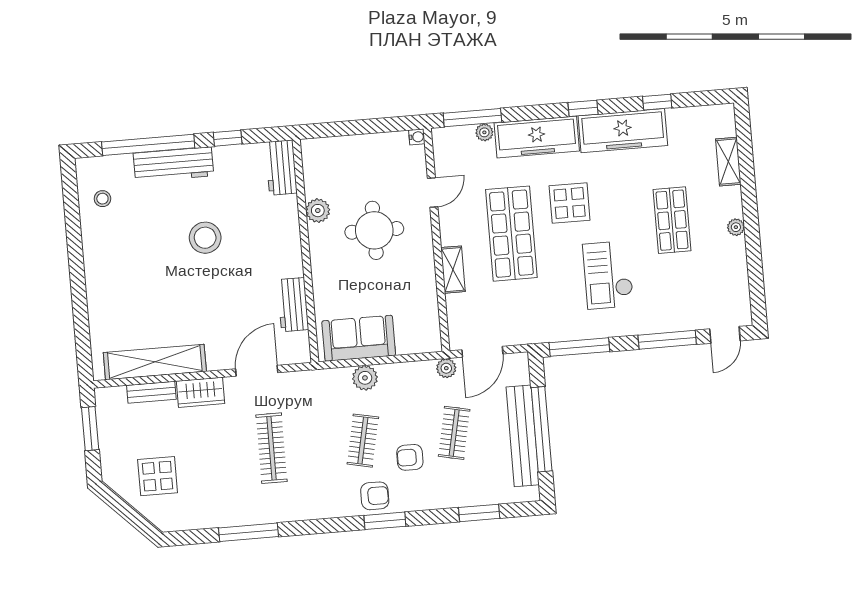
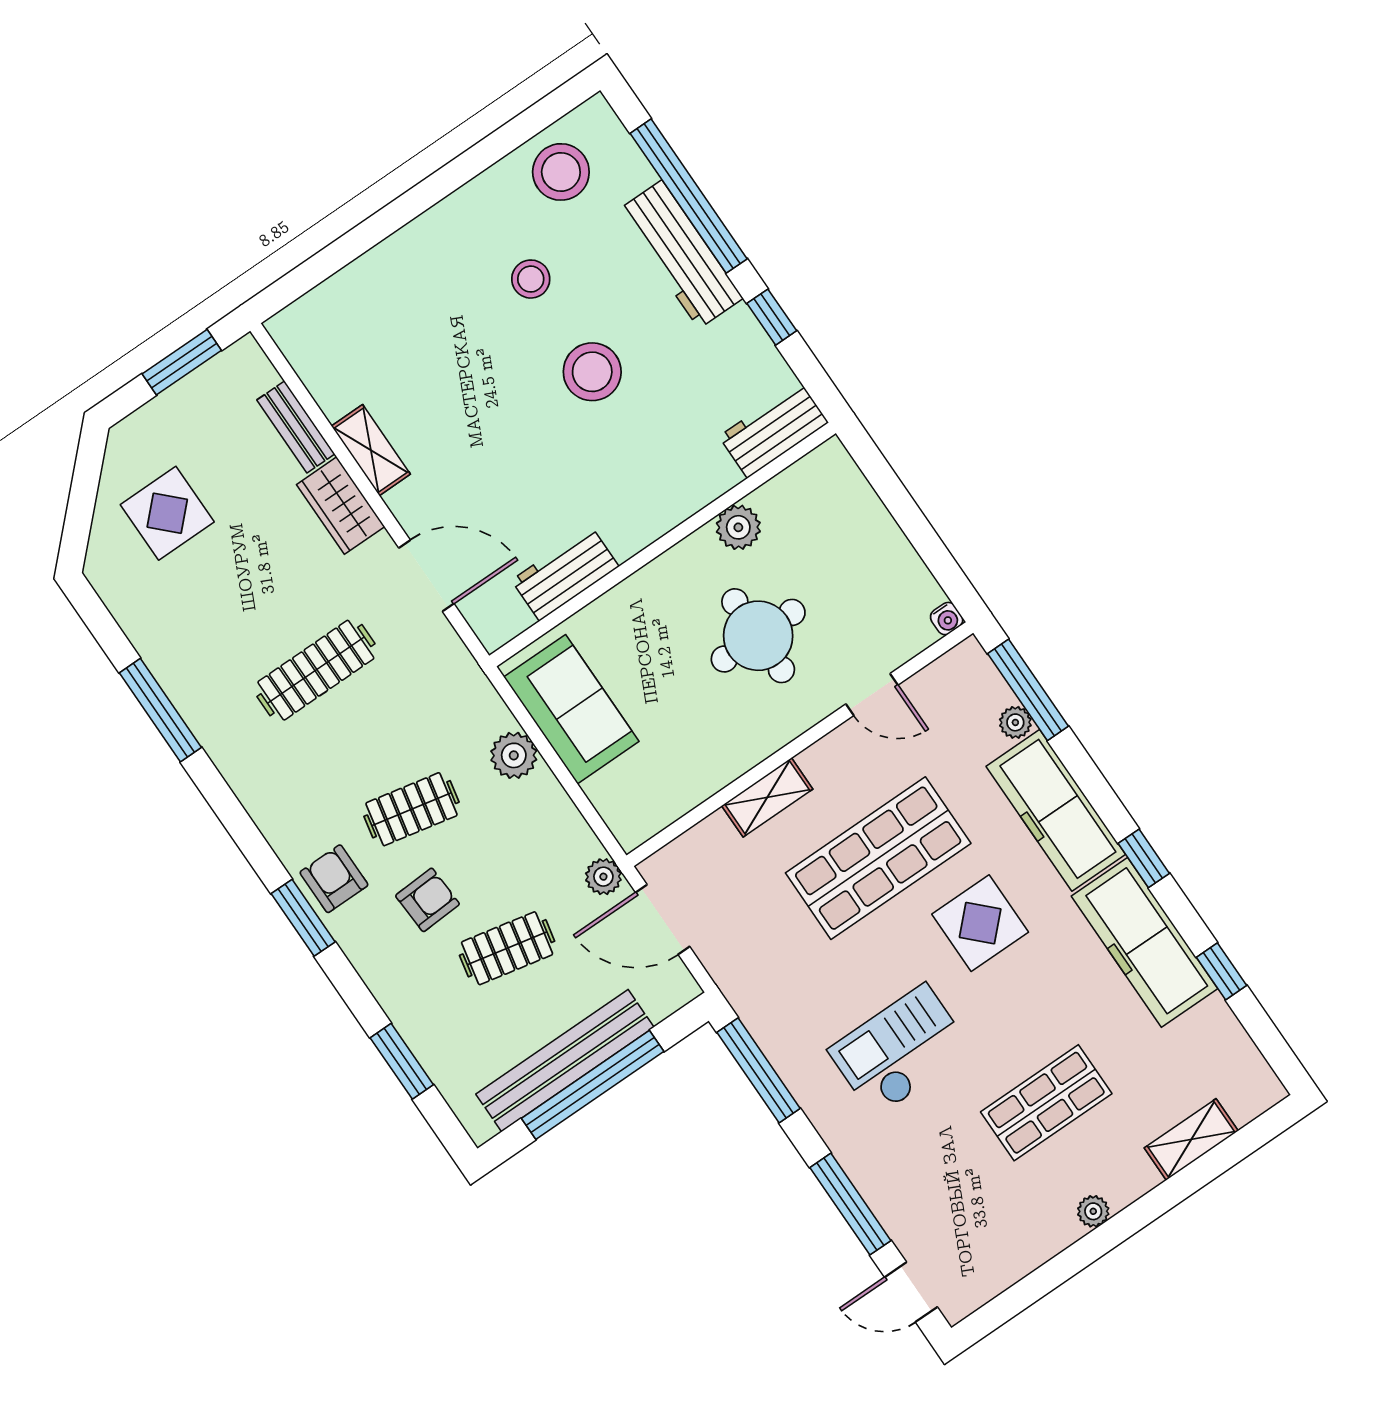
stool: (102, 199) -> (561, 172), width x1.89, depth x1.89
stool: (145, 242) -> (531, 279), added
shelving: (155, 362) -> (371, 450), width x0.45, depth x0.75
armchair: (410, 457) -> (427, 900), turned 87
armchair: (375, 496) -> (334, 879), turned 180

